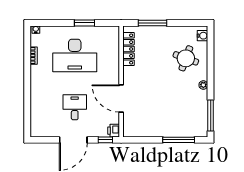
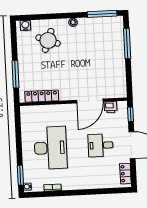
window: (85, 23) -> (20, 175), moved
printer: (114, 131) -> (111, 107), moved
locker: (44, 132) -> (125, 174), added

